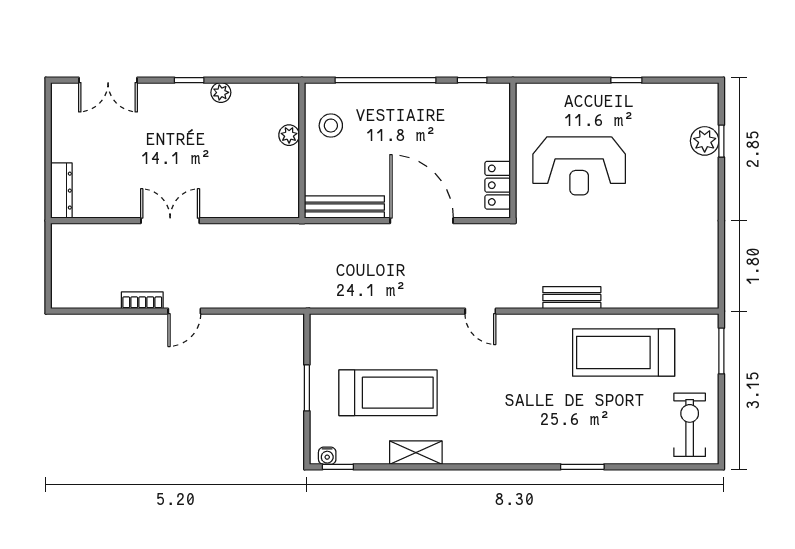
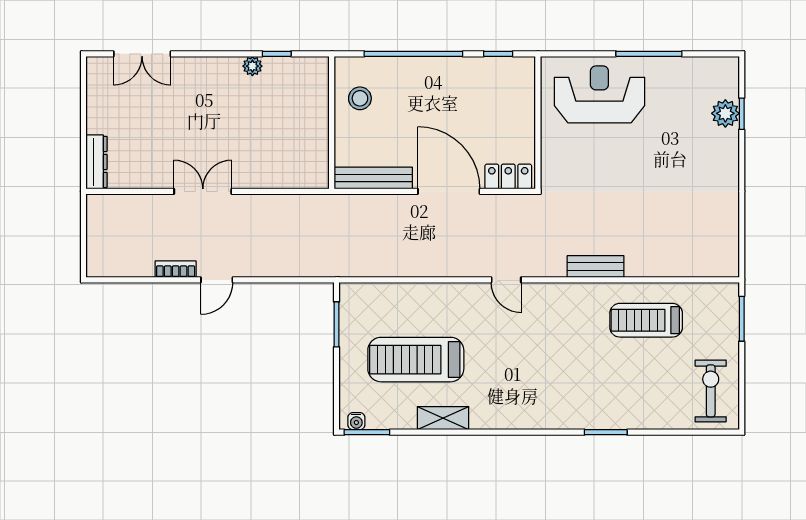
window: (189, 80) -> (277, 54), moved
window: (626, 80) -> (649, 54), width x2.17
plant: (289, 135) -> (319, 108), removed
reception desk: (579, 166) -> (599, 94), moved, turned 180
locker: (498, 185) -> (508, 177), moved, turned 90
treadmill: (624, 352) -> (646, 320), width x0.73, depth x0.73
window: (307, 388) -> (336, 324), moved
treadmill: (388, 393) -> (416, 360), turned 180
window: (338, 467) -> (367, 432), width x1.50

